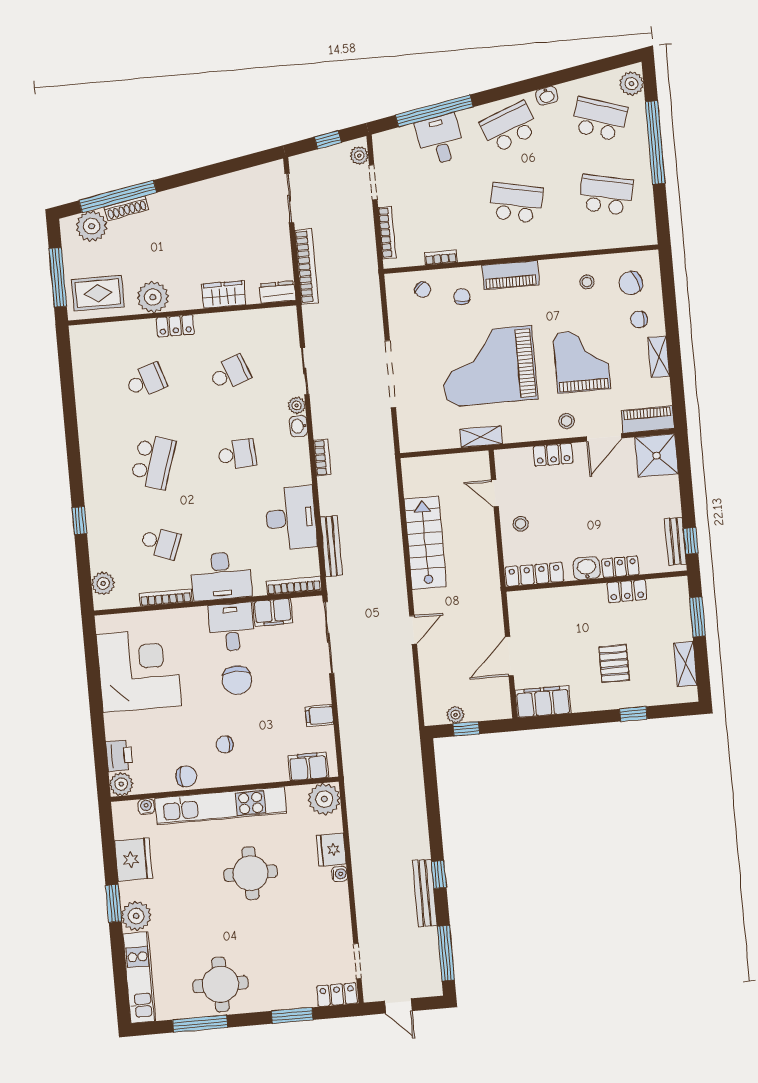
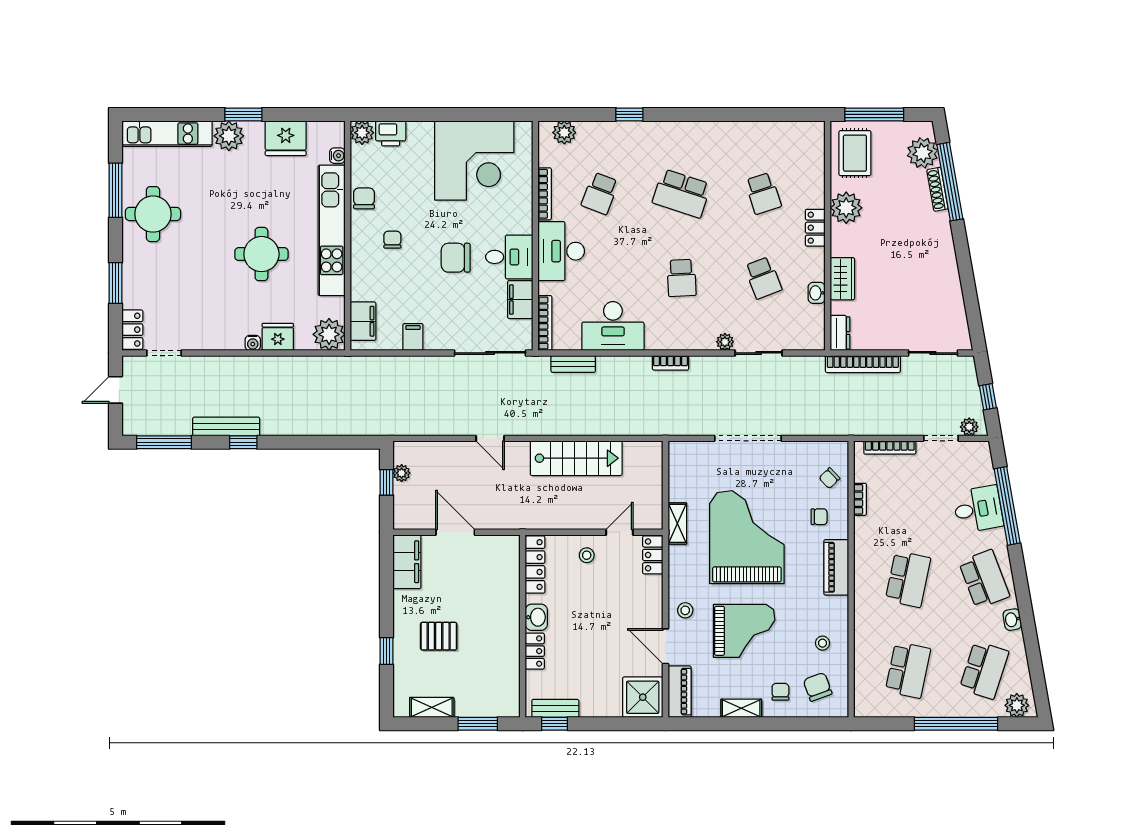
washbasin: (299, 426) -> (817, 293), moved, turned -90
locker: (553, 455) -> (653, 555), moved
bench: (331, 546) -> (573, 364), width x0.73
locker: (627, 591) -> (510, 655), removed
chair: (186, 776) -> (364, 198), turned 180

